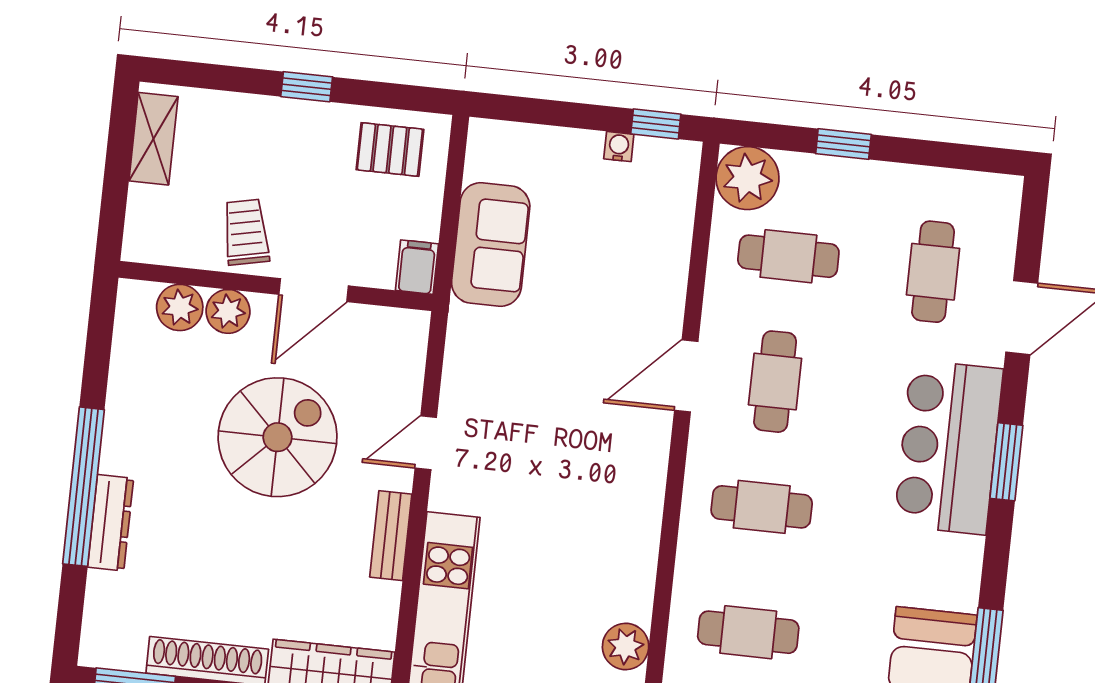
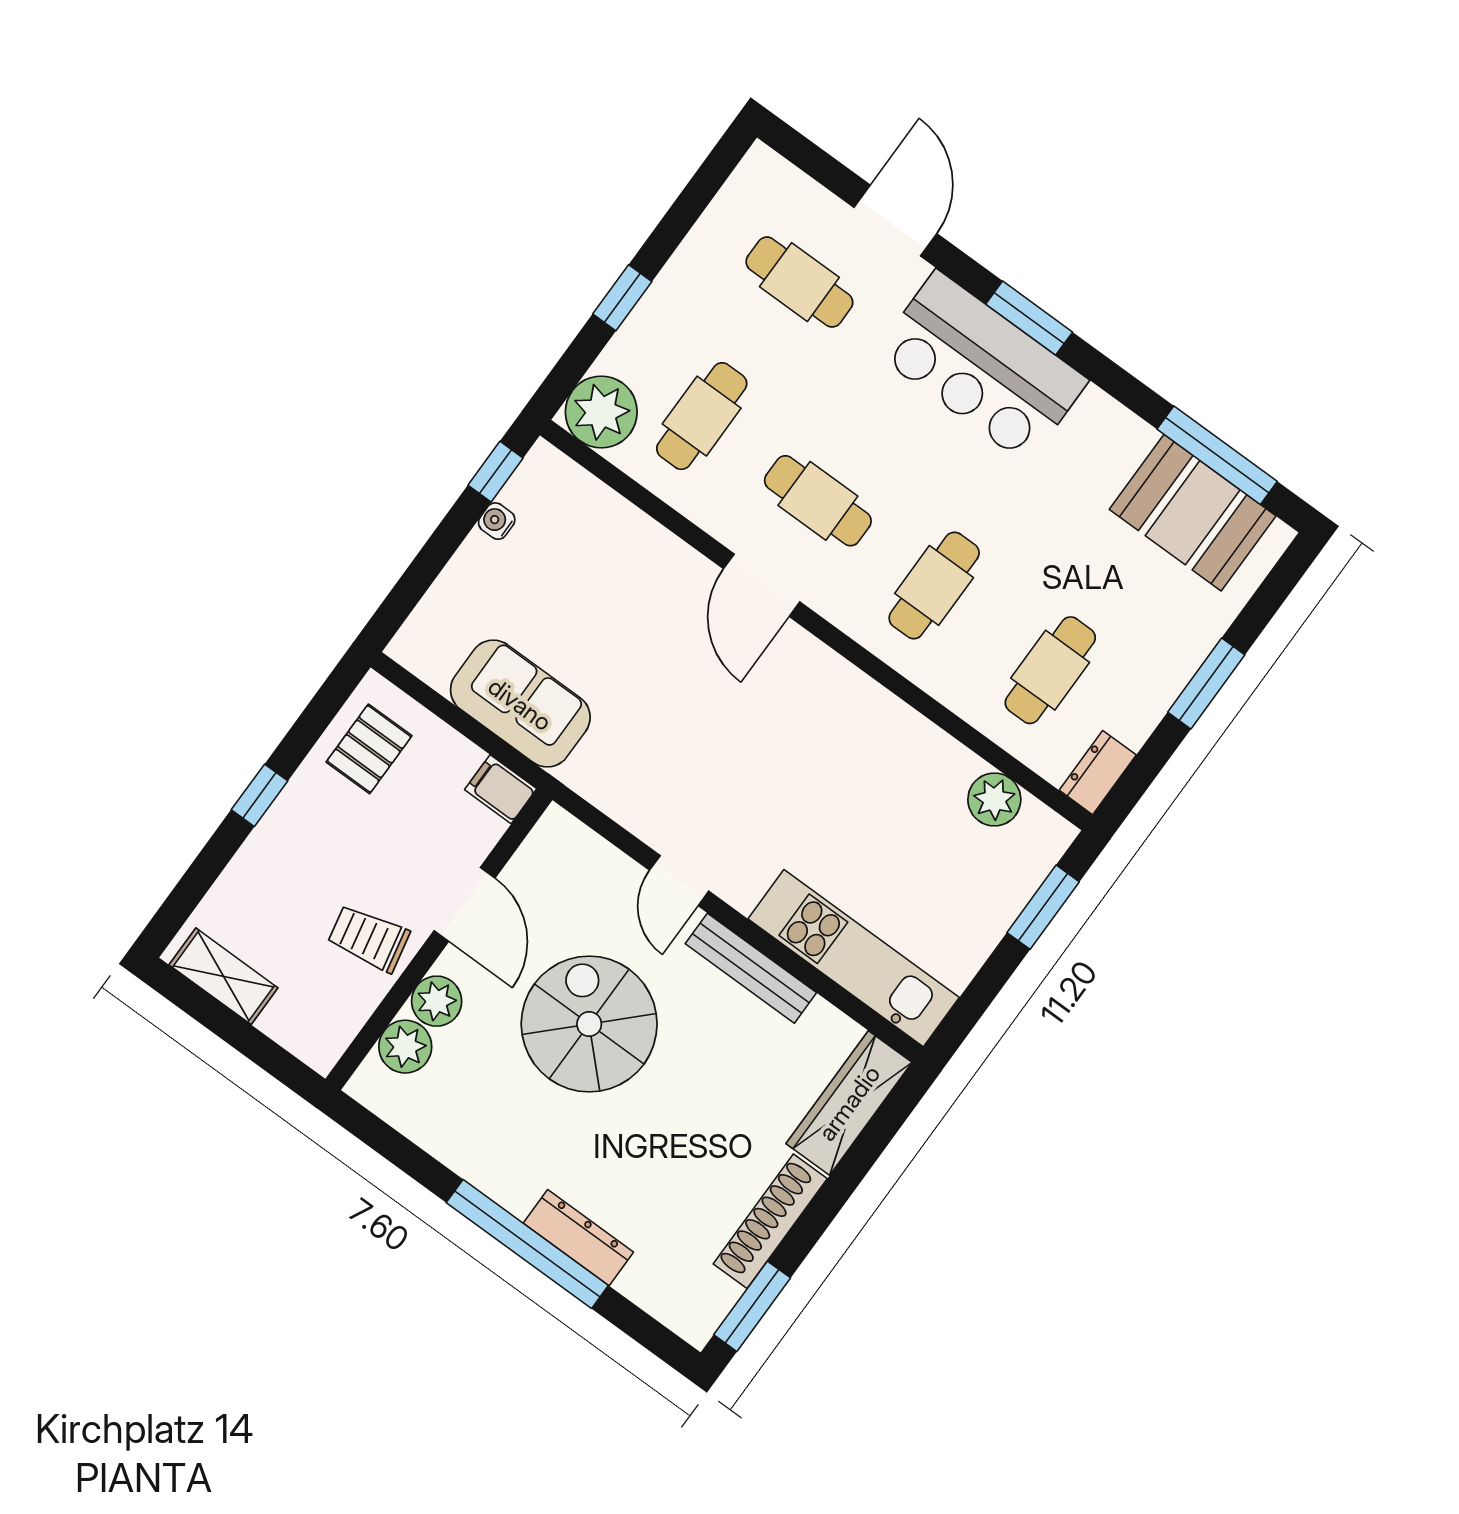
bench: (391, 536) -> (751, 968), width x1.36

